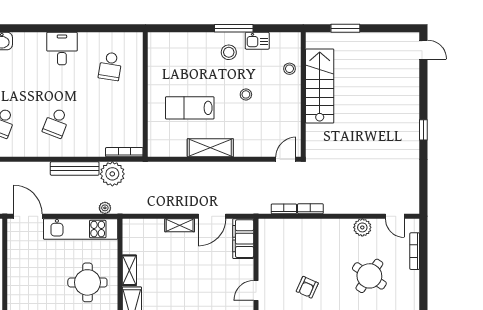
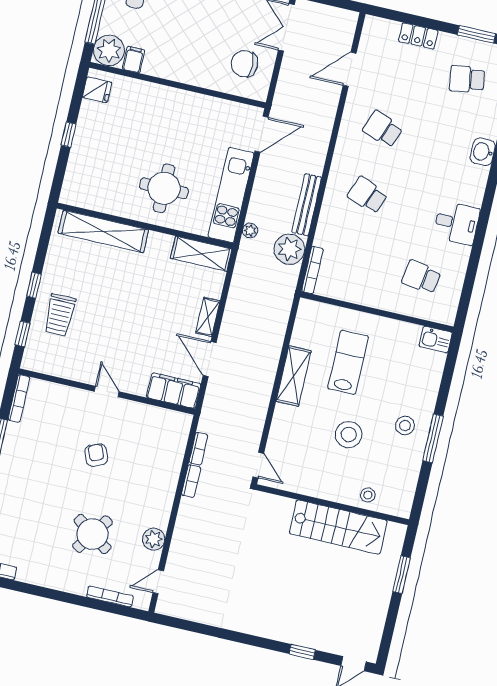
kitchen sink: (257, 41) -> (436, 339), moved, turned -90
stool: (246, 94) -> (349, 435), width x1.89, depth x1.89
window: (423, 130) -> (302, 652), moved
shelving: (129, 270) -> (201, 254), moved, width x1.50, depth x1.33
armchair: (307, 287) -> (96, 455), turned 44

